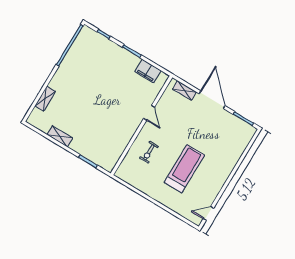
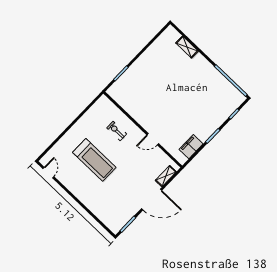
shelving: (60, 136) -> (150, 53), removed

